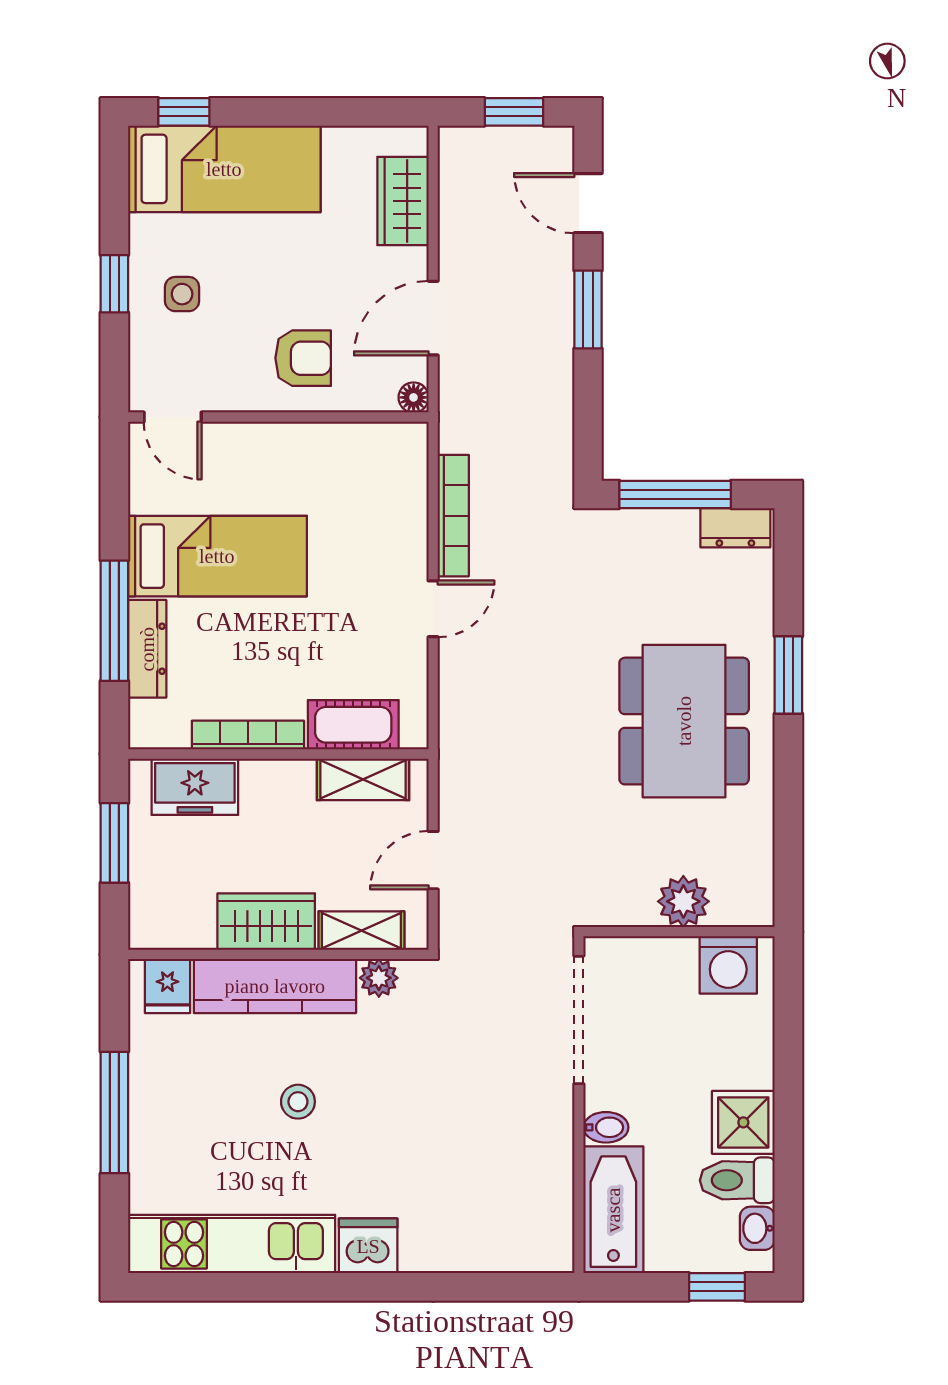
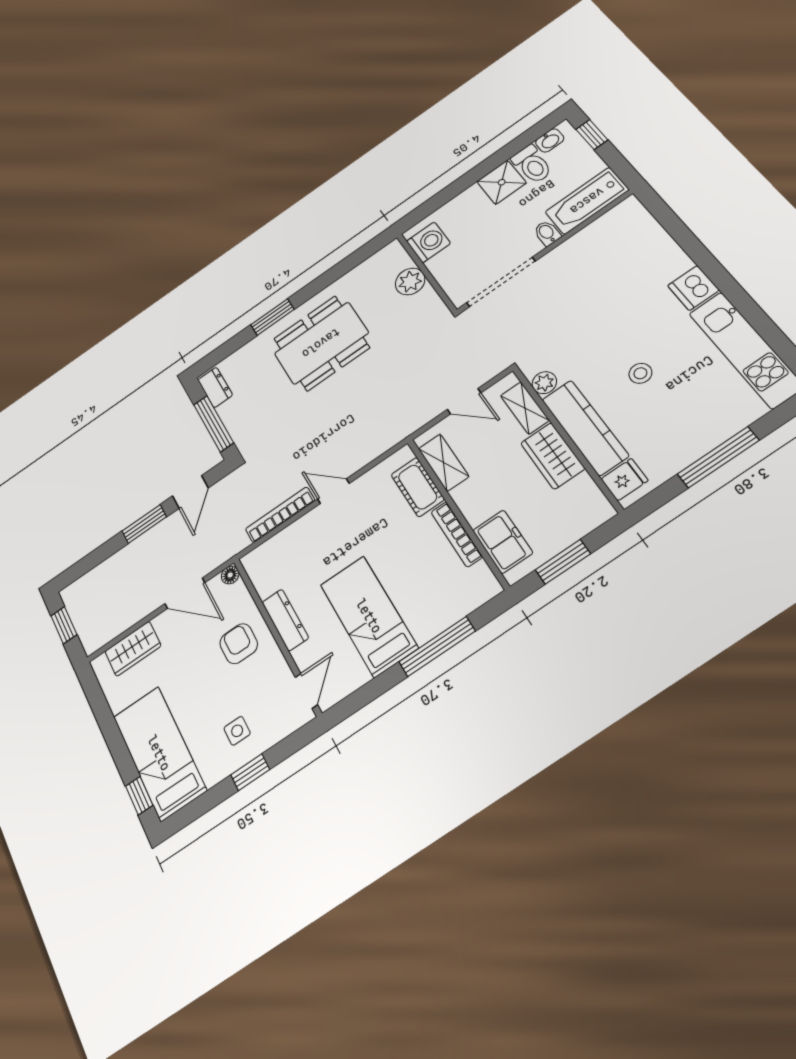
door: (588, 203) -> (190, 492), moved
dresser: (147, 649) -> (285, 620), moved, turned 90

